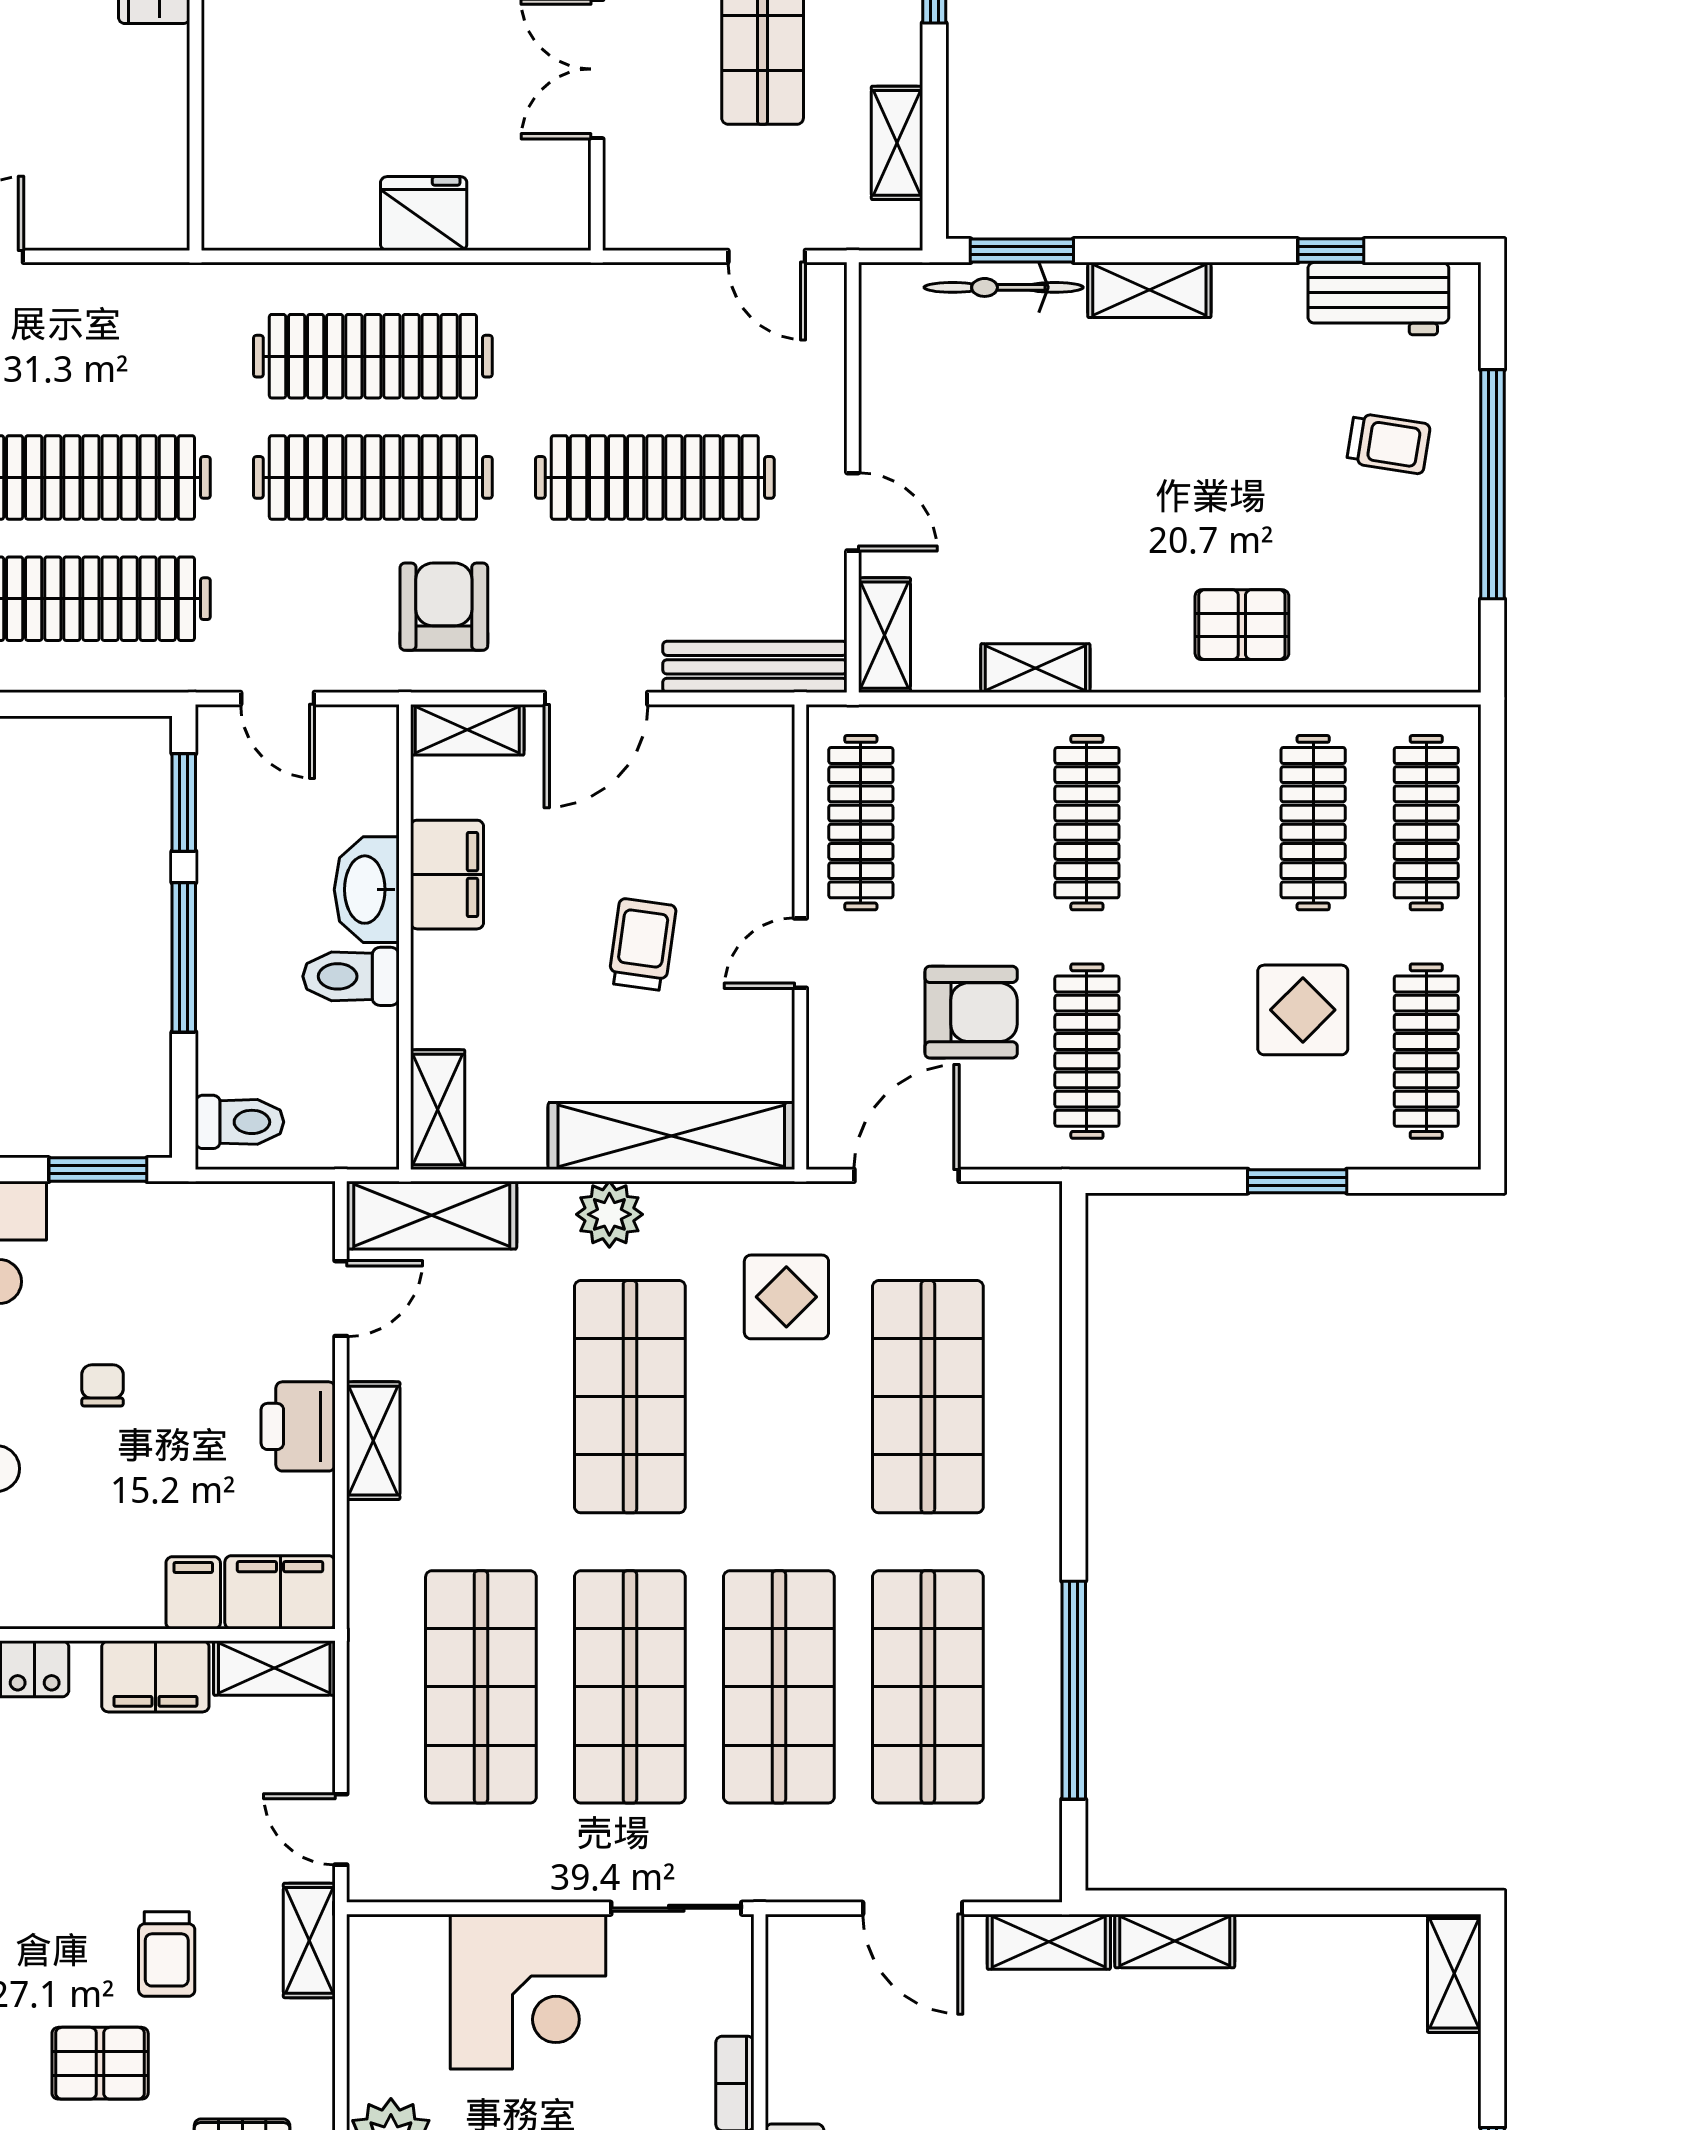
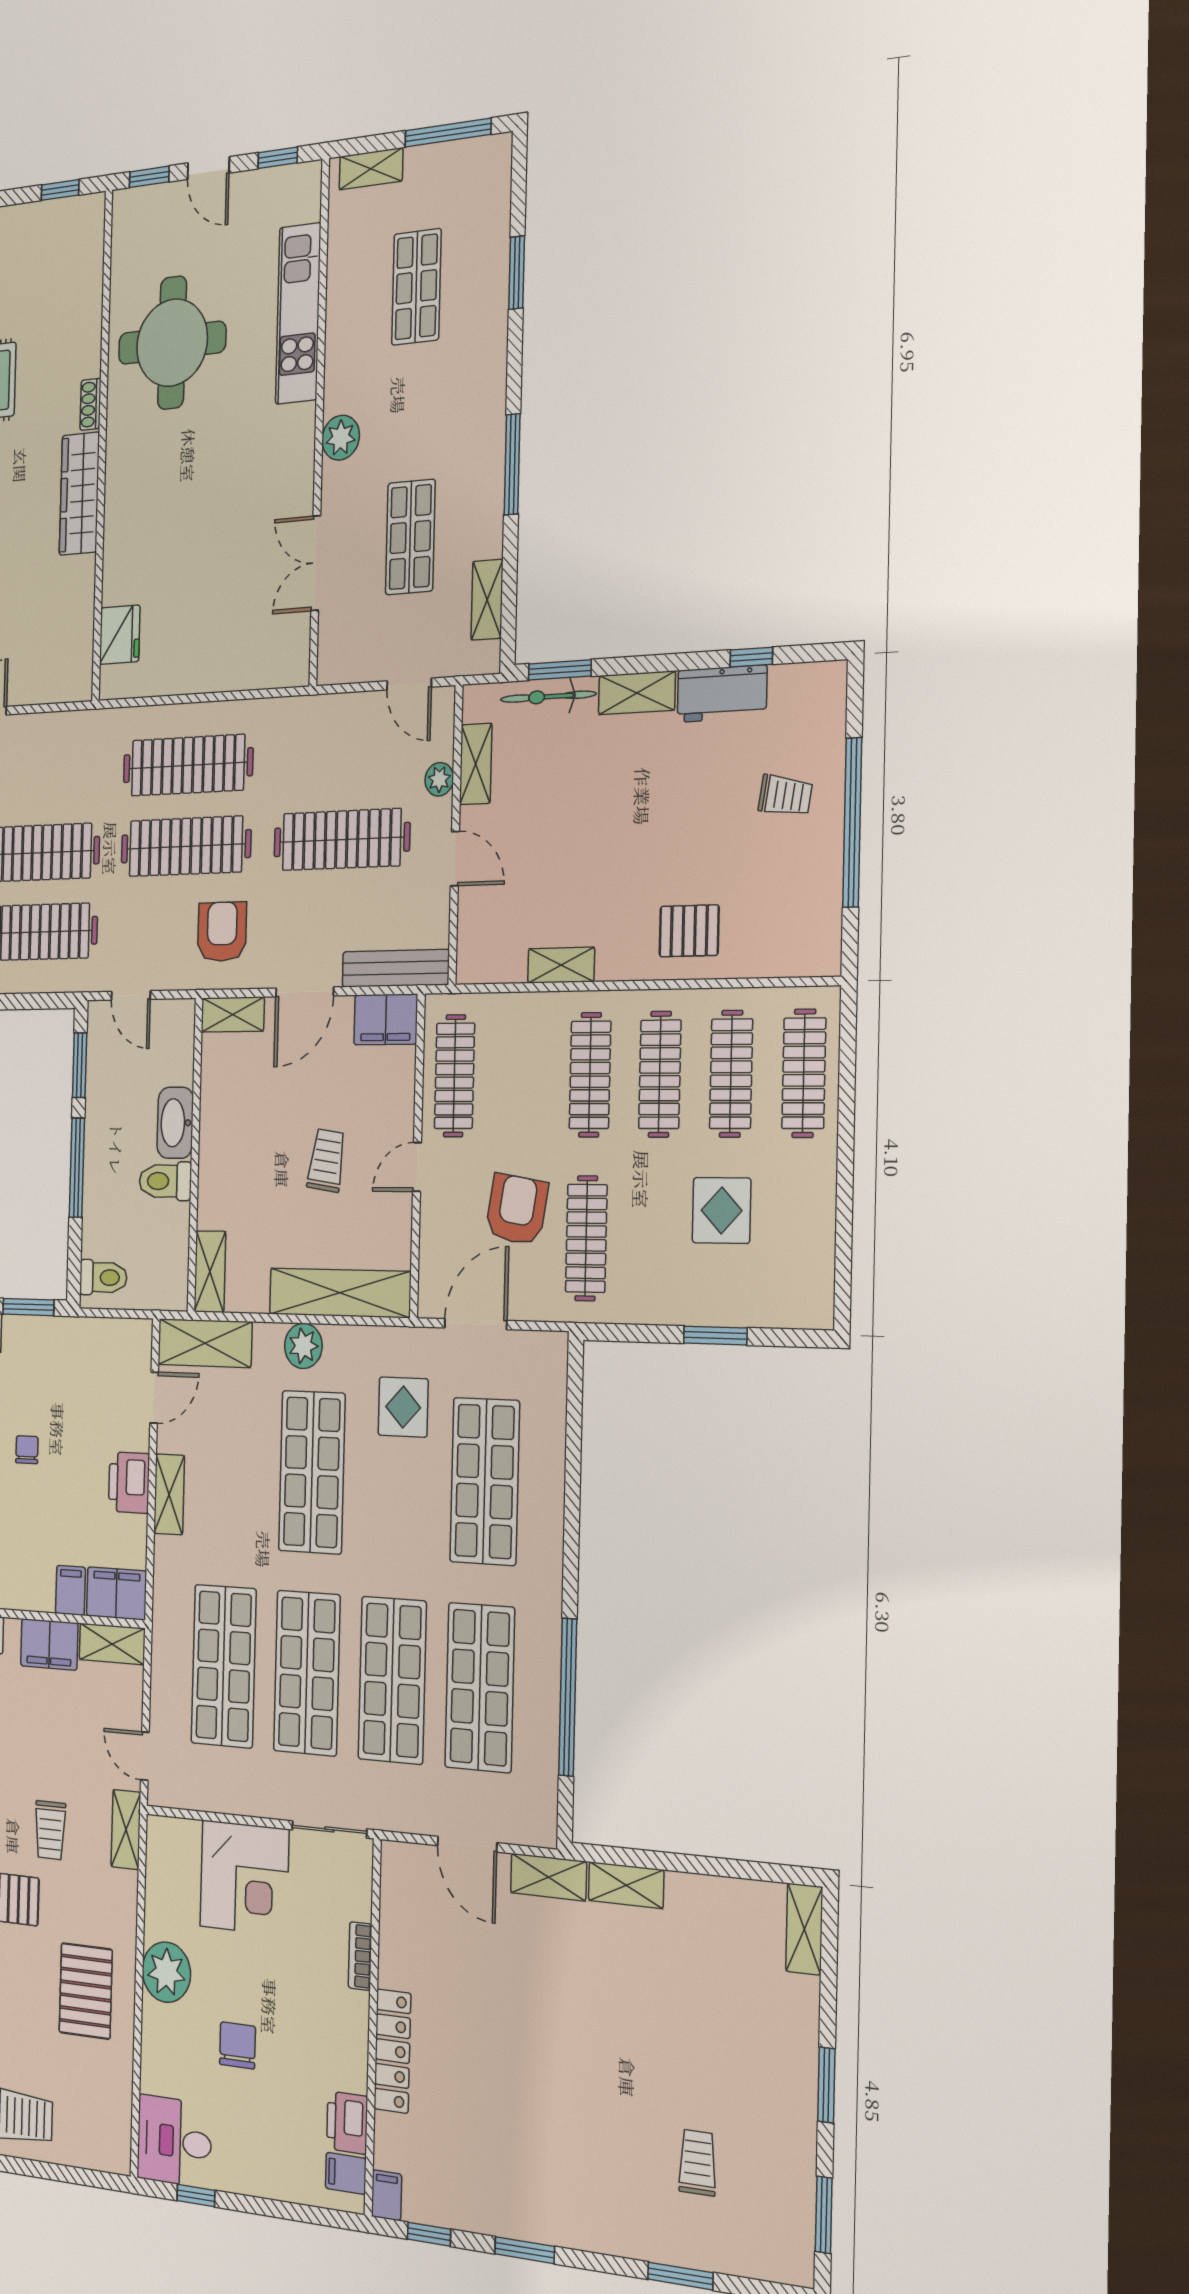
fridge: (424, 214) -> (120, 635), moved, turned 90
workbench: (1378, 299) -> (722, 694), moved
plant: (823, 397) -> (439, 779), added
shelving: (884, 635) -> (476, 764), moved
filing cabinet: (447, 875) -> (386, 1019), moved, turned 90
armchair: (971, 1012) -> (517, 1209), turned -81
clothes rail: (1426, 1051) -> (660, 1074), moved

